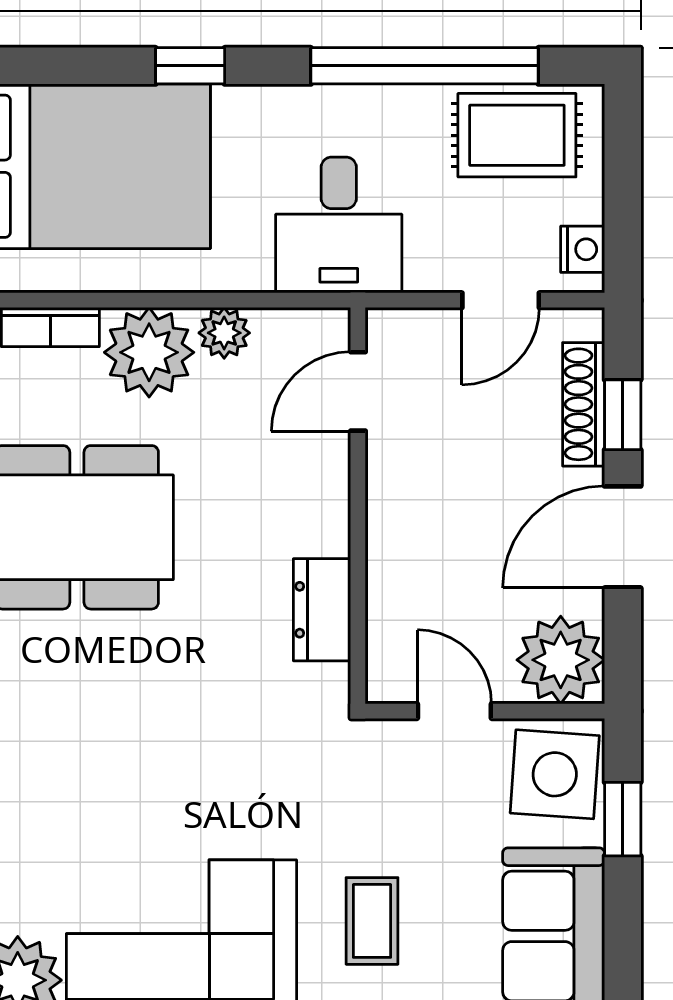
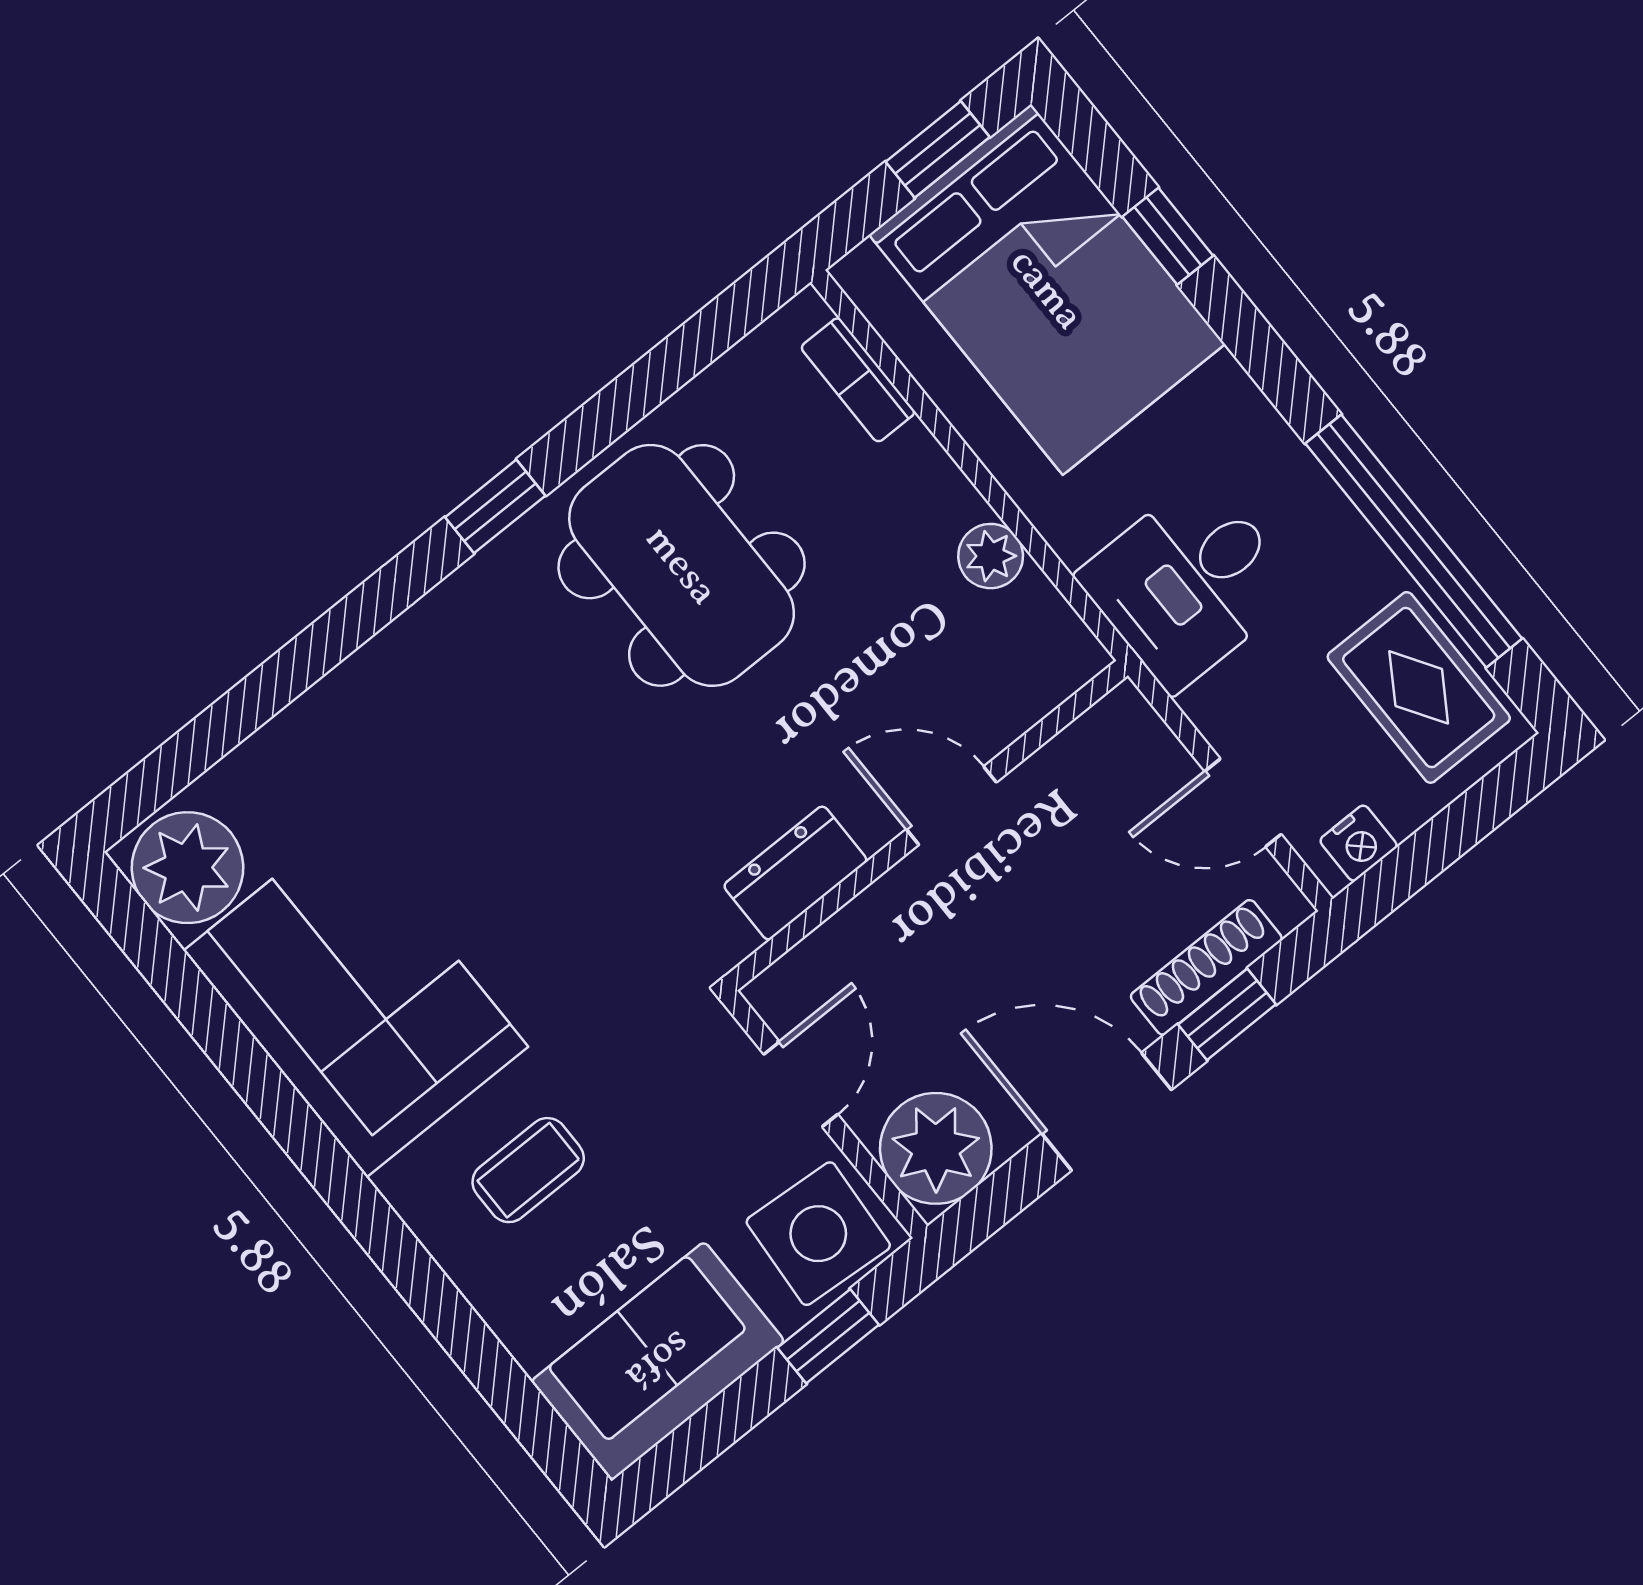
window: (190, 66) -> (1168, 236), moved
plant: (149, 352) -> (912, 497), removed
door: (358, 391) -> (951, 806), moved

